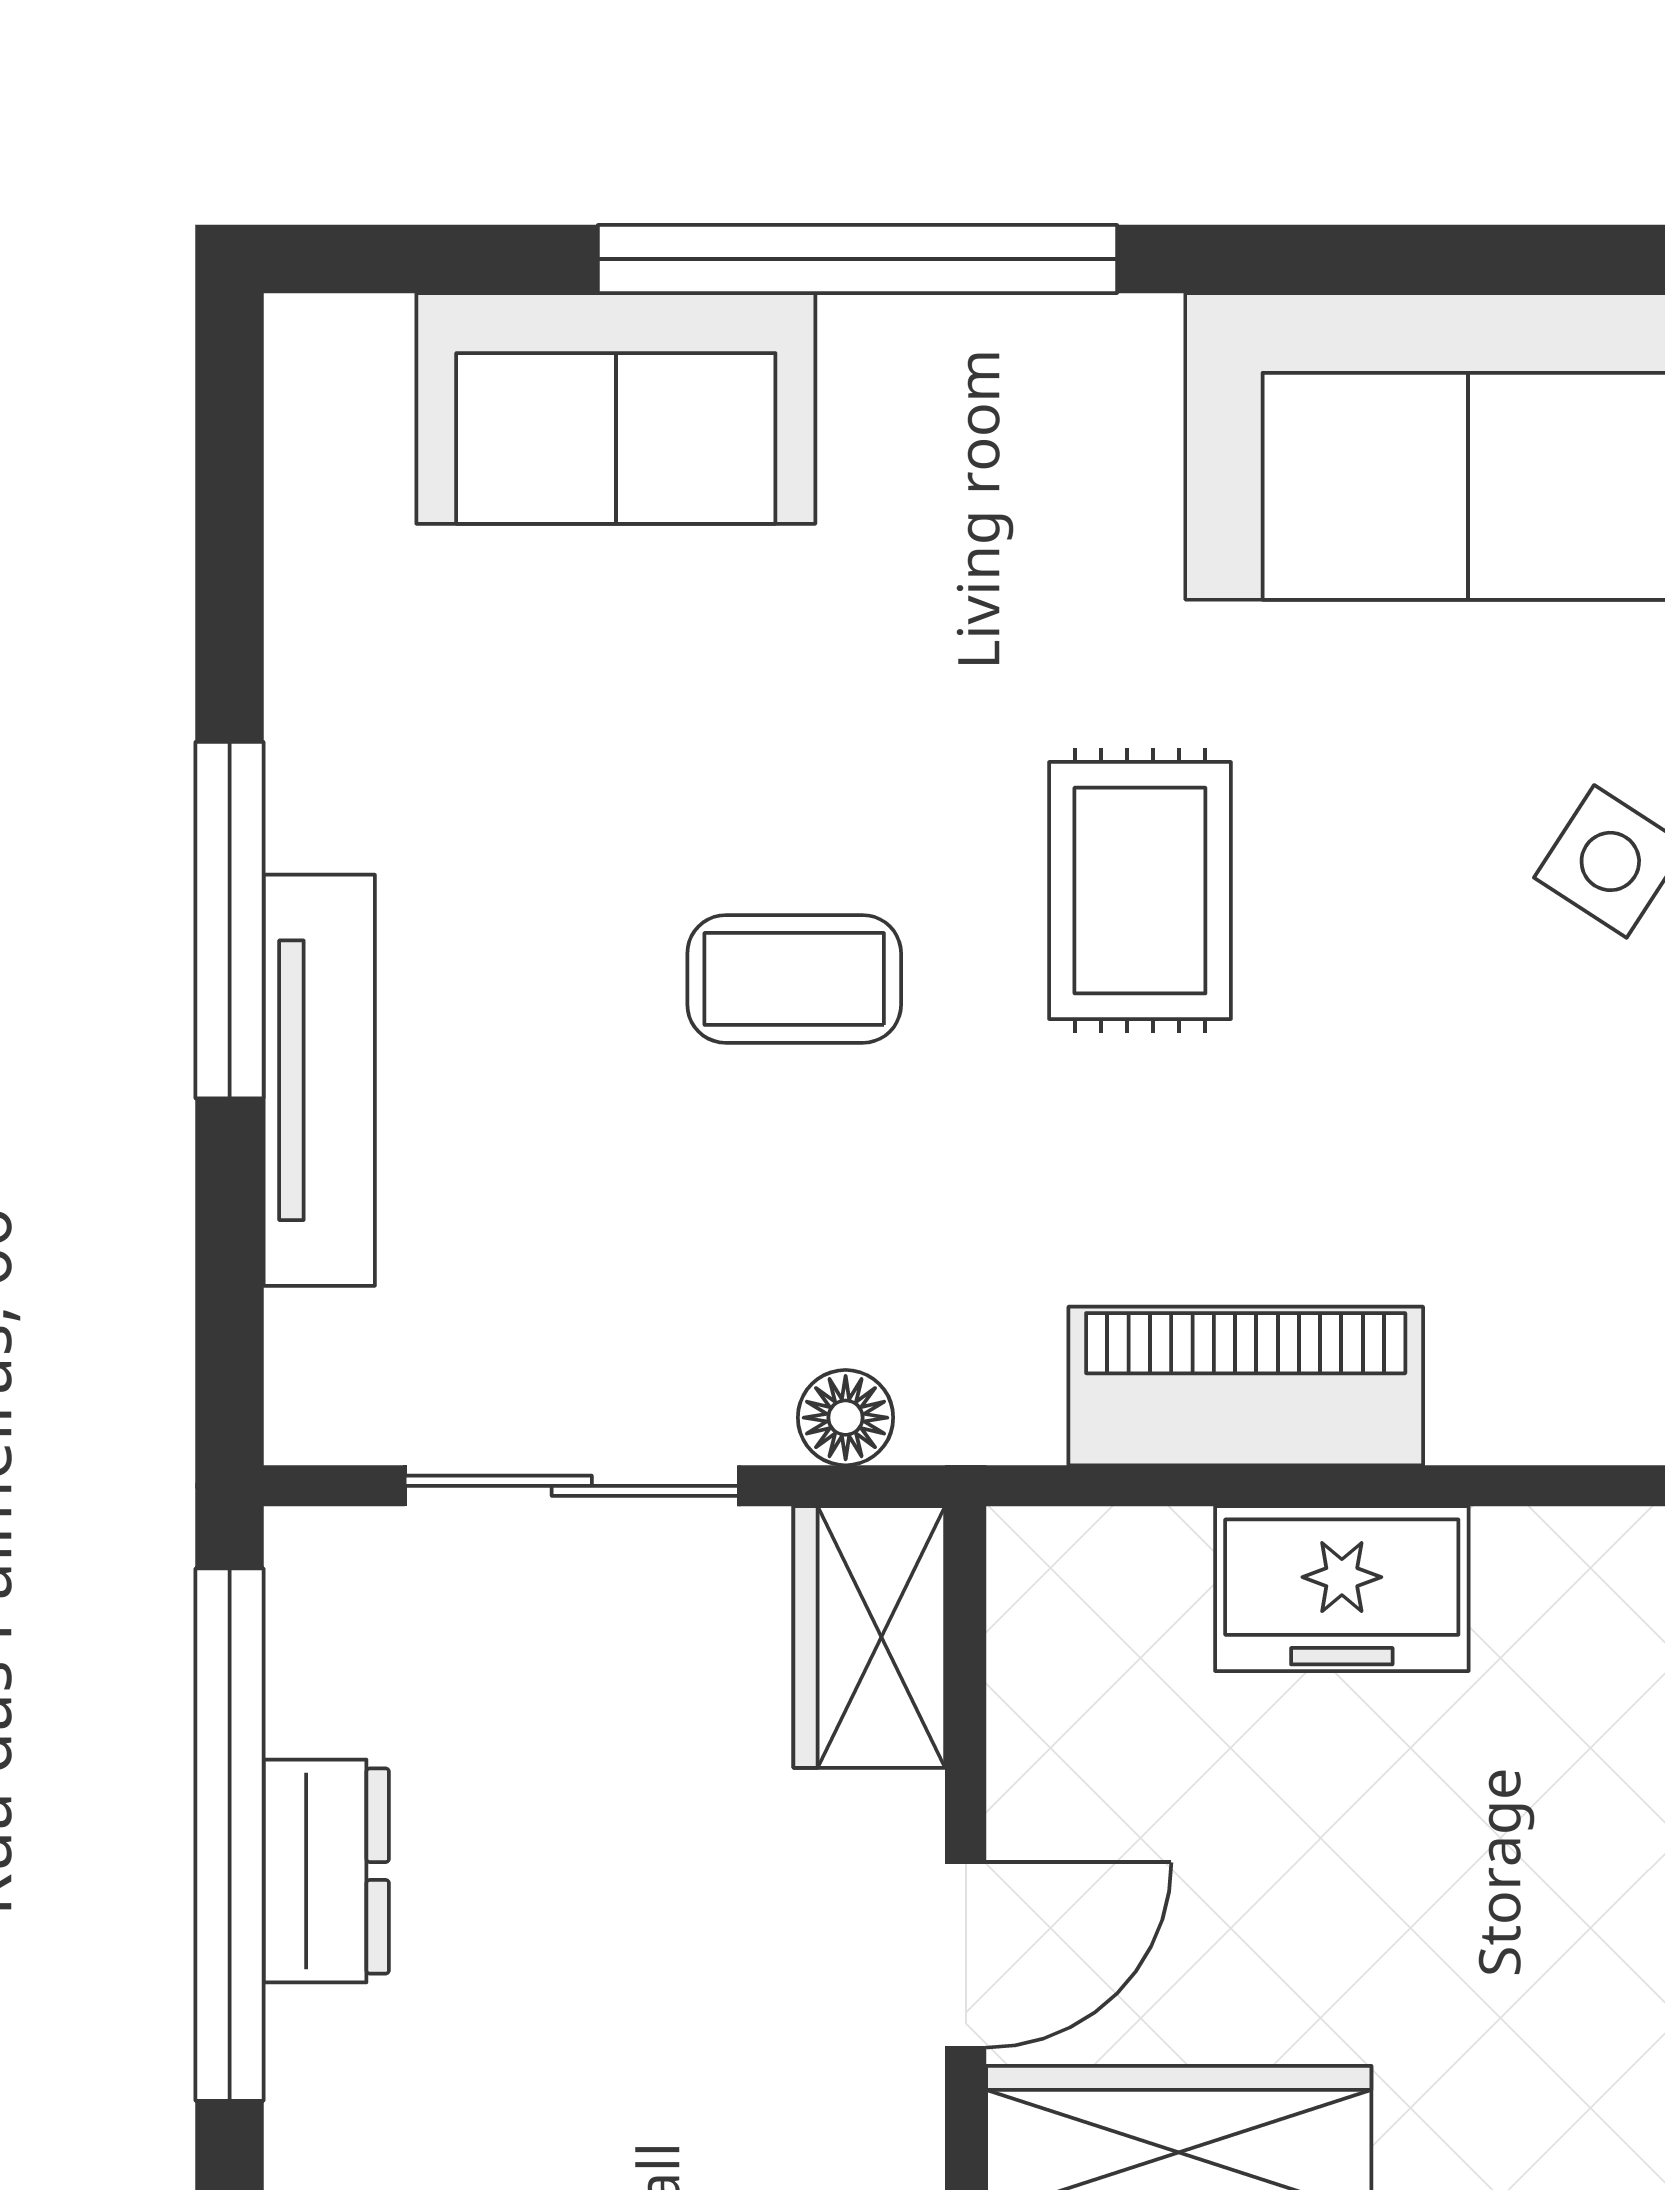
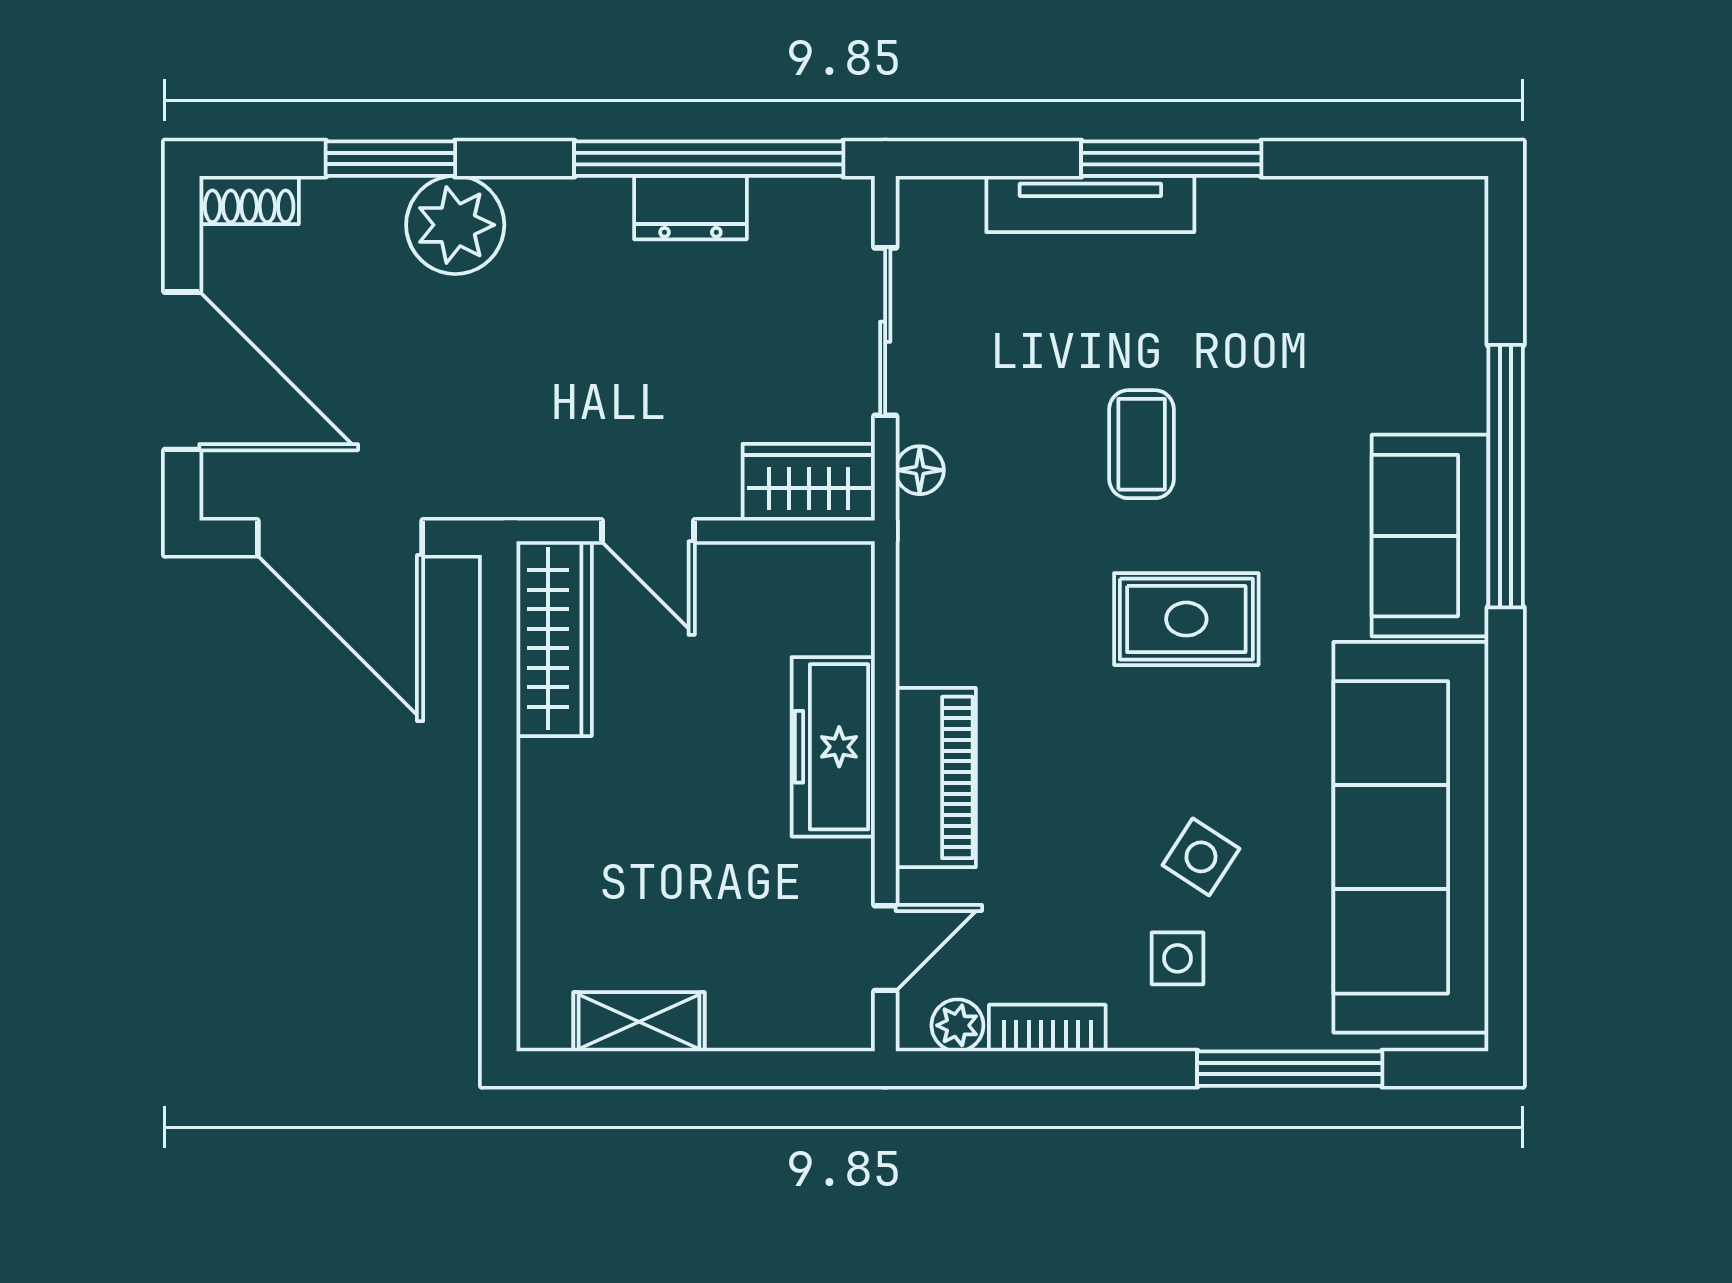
sofa: (616, 408) -> (1430, 536), moved
piano: (1246, 1386) -> (936, 777), moved
freezer: (1342, 1589) -> (833, 747), width x1.40

